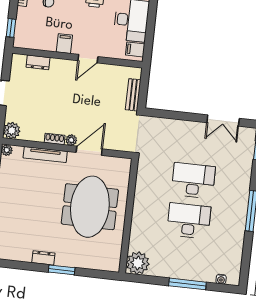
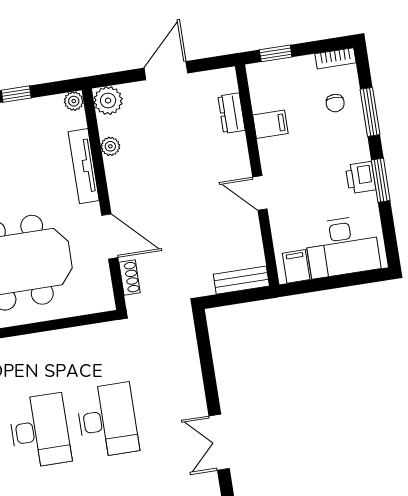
filing cabinet: (64, 44) -> (270, 124), moved
bench: (133, 95) -> (241, 280), moved
shoe rack: (55, 139) -> (130, 278), moved
plant: (71, 140) -> (110, 146), moved

